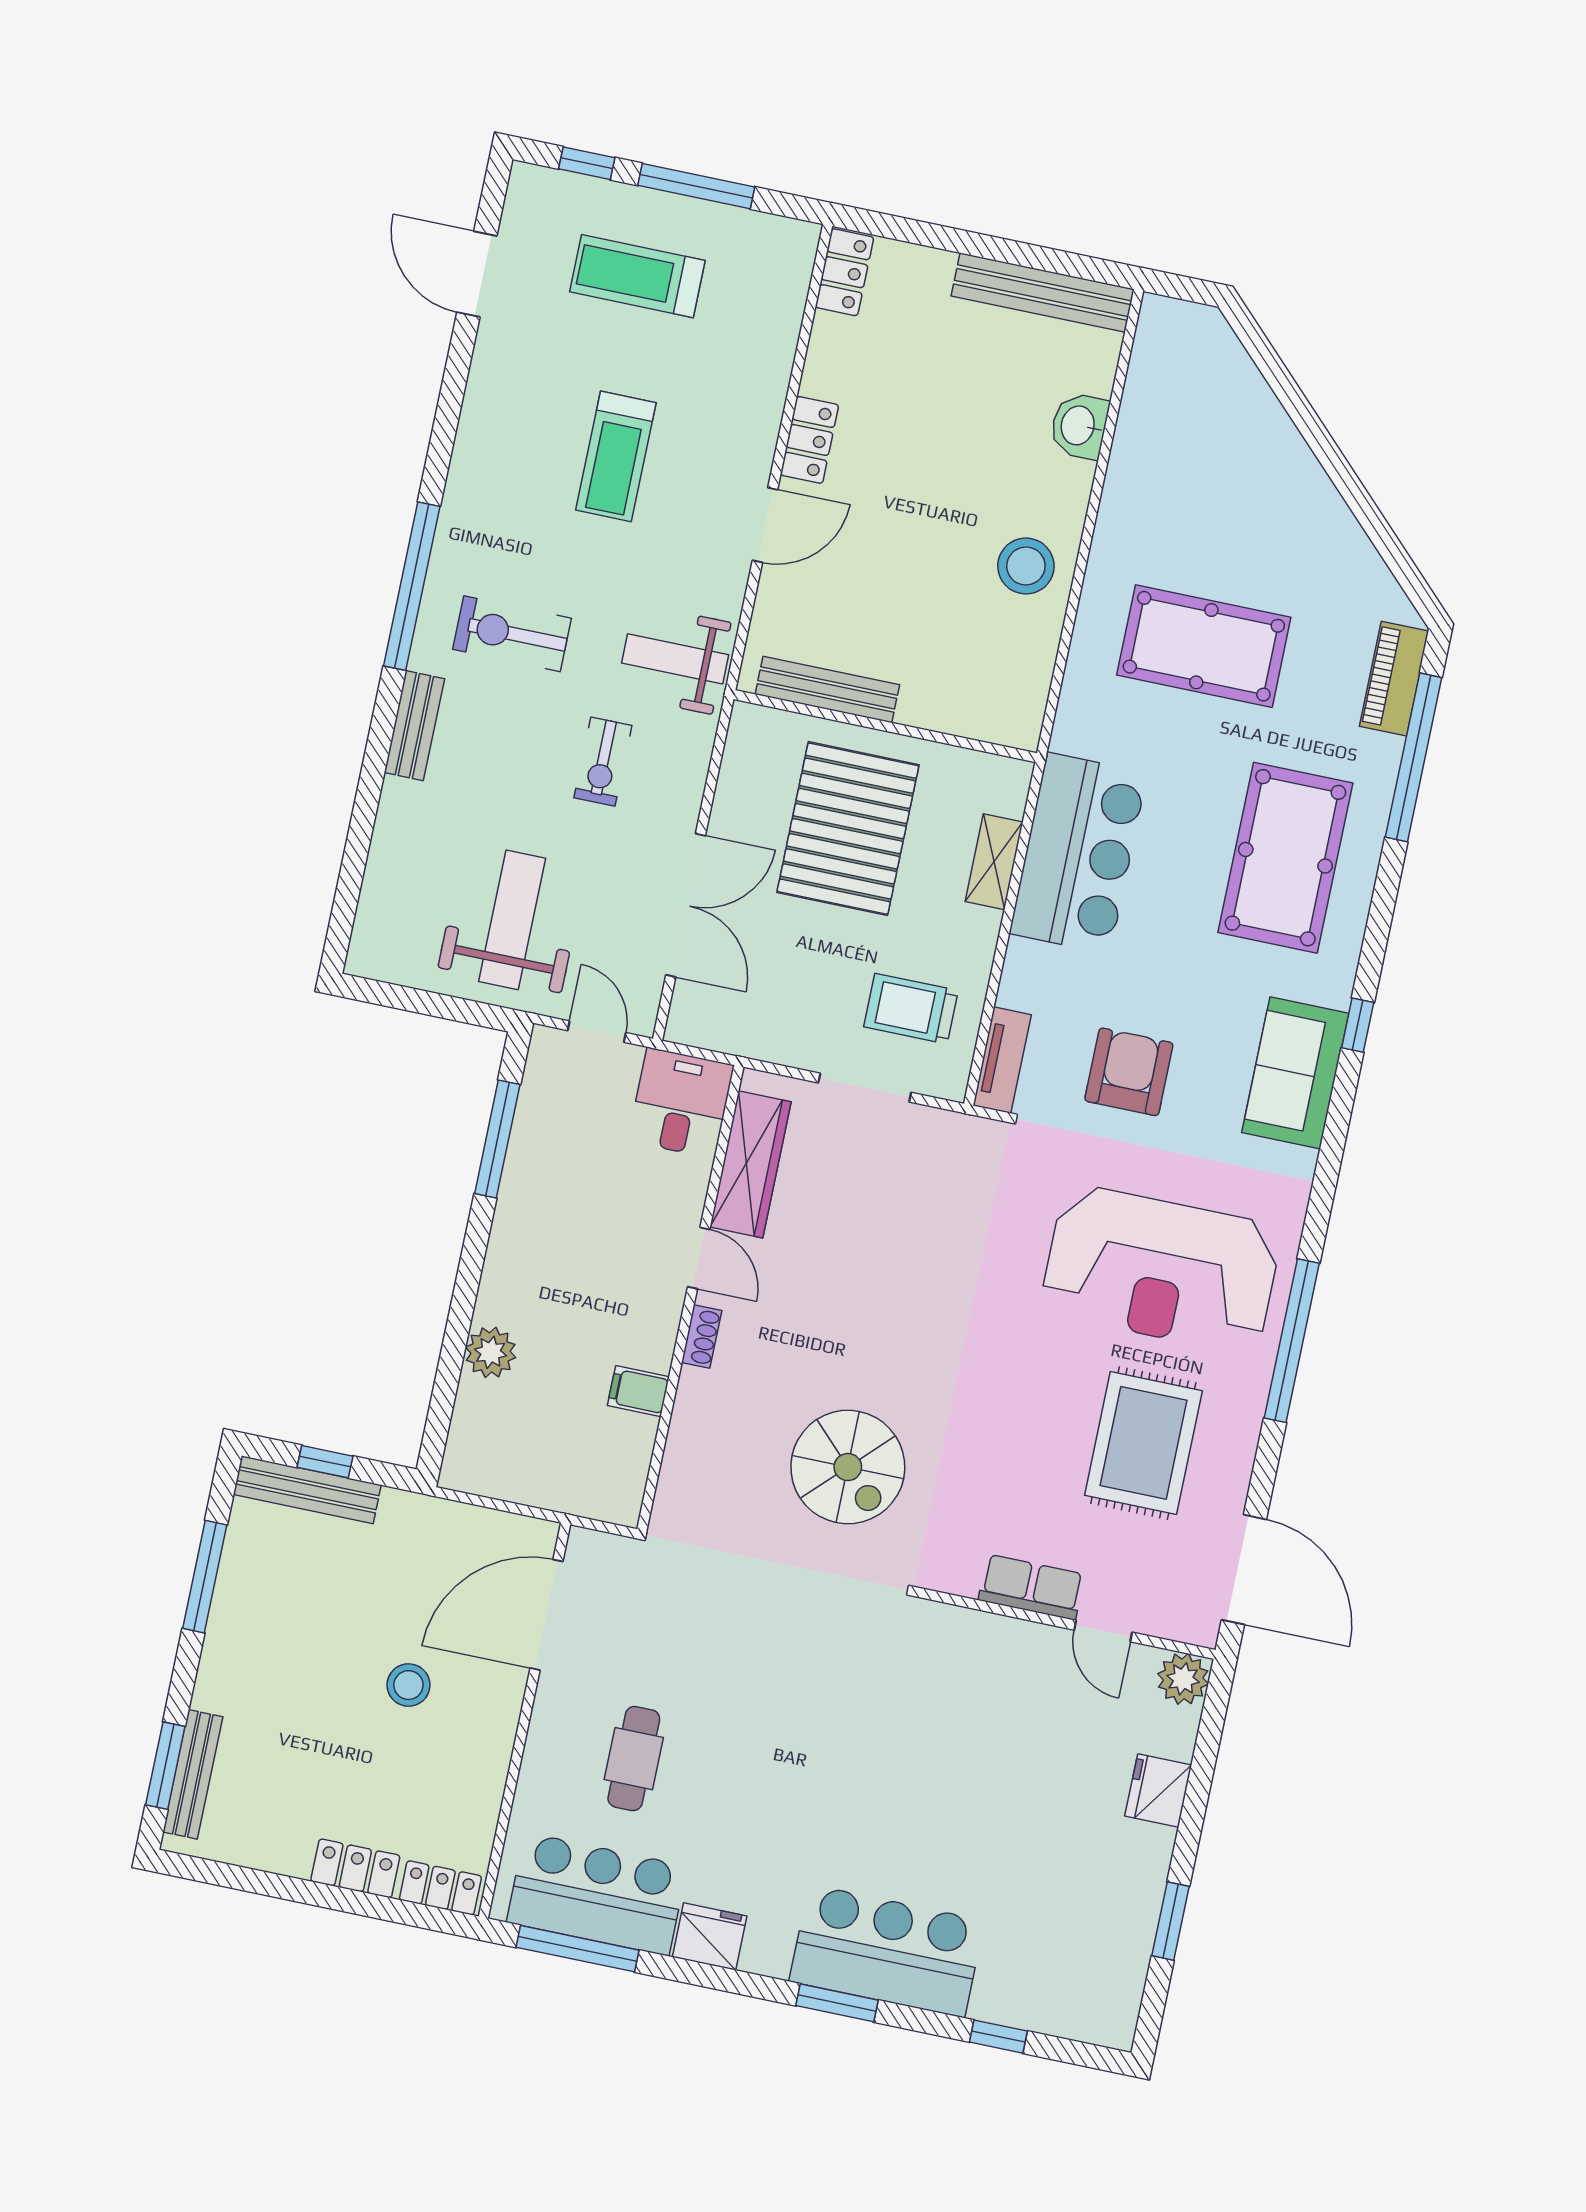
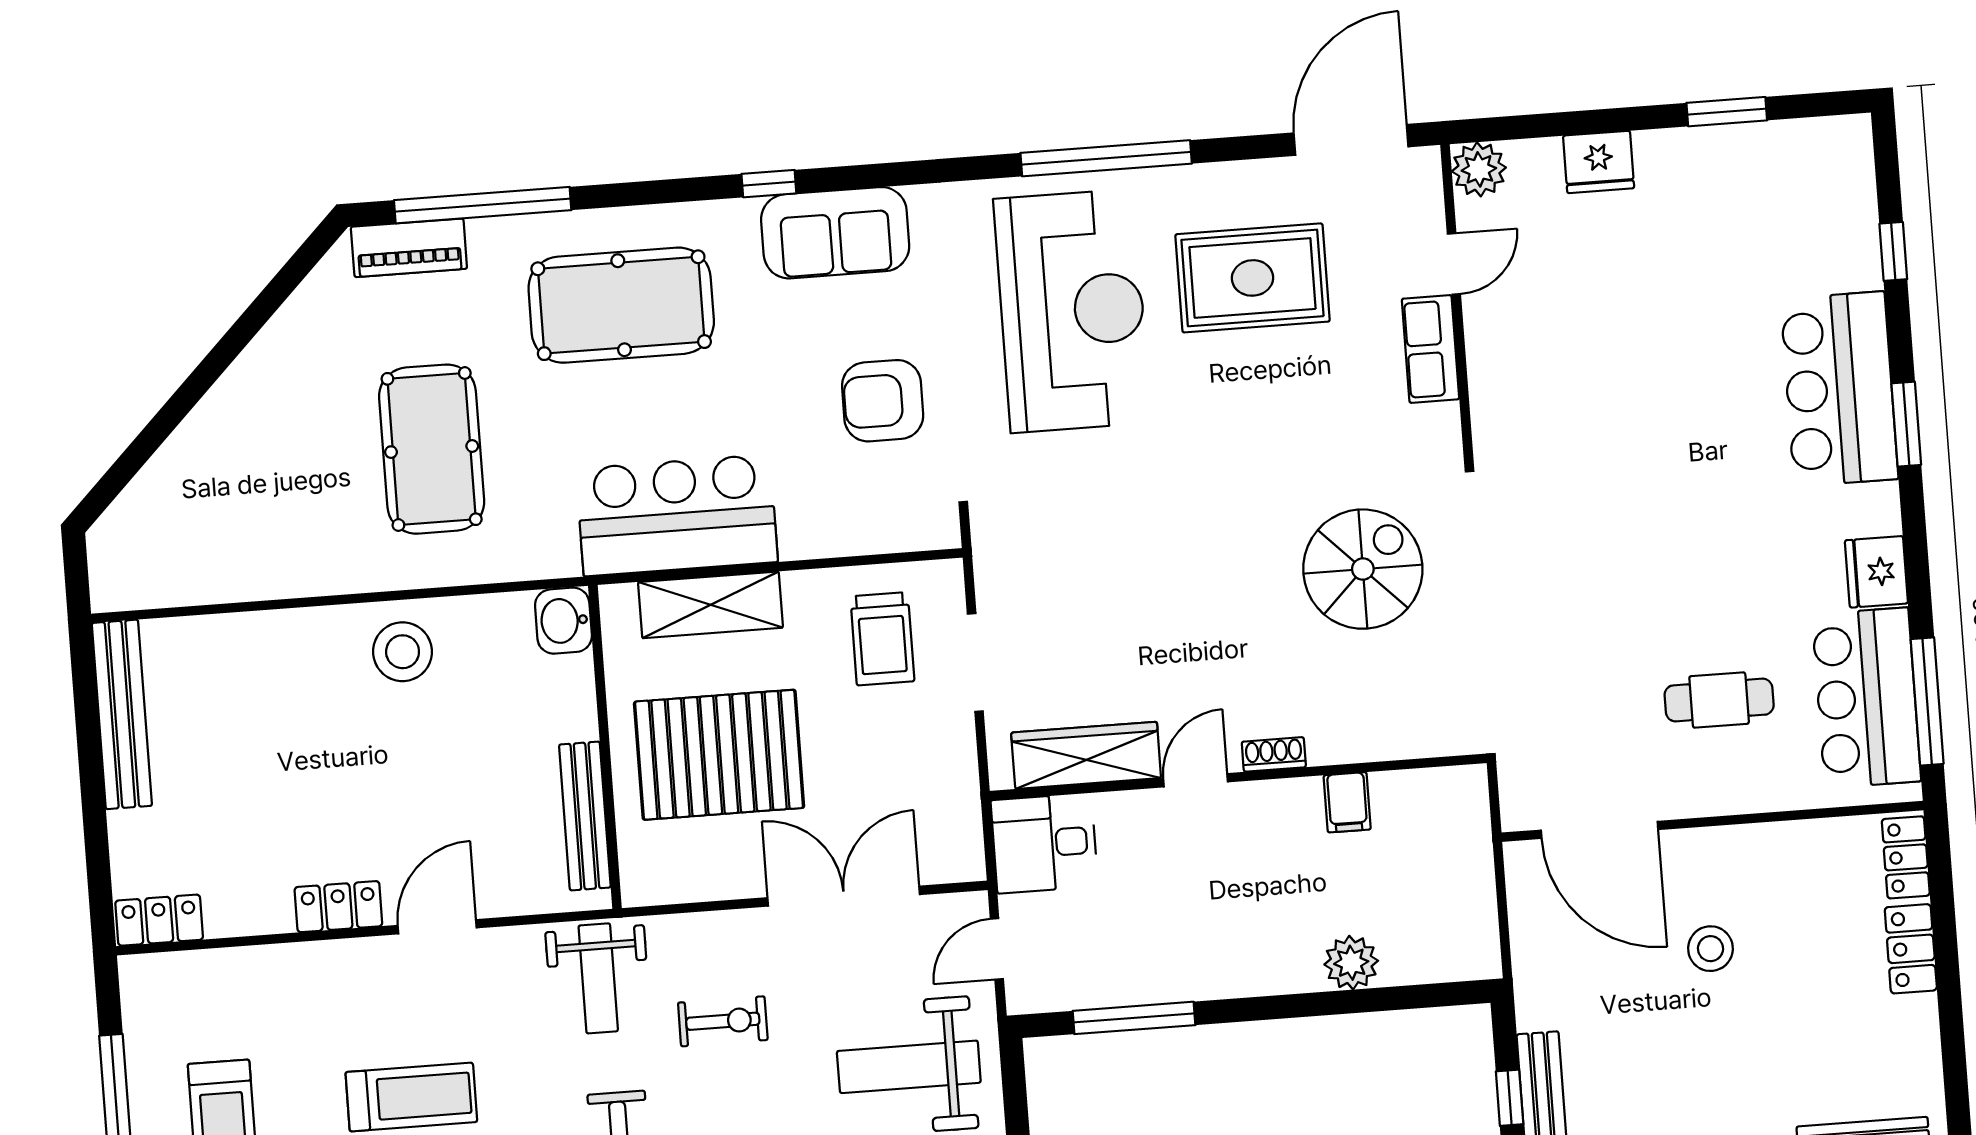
washbasin: (1079, 426) -> (563, 621), moved, turned 90
door: (765, 525) -> (437, 927), hinge flipped
shelving: (994, 862) -> (711, 605), width x1.50, depth x1.33
tv unit: (1002, 1060) -> (908, 532), removed

